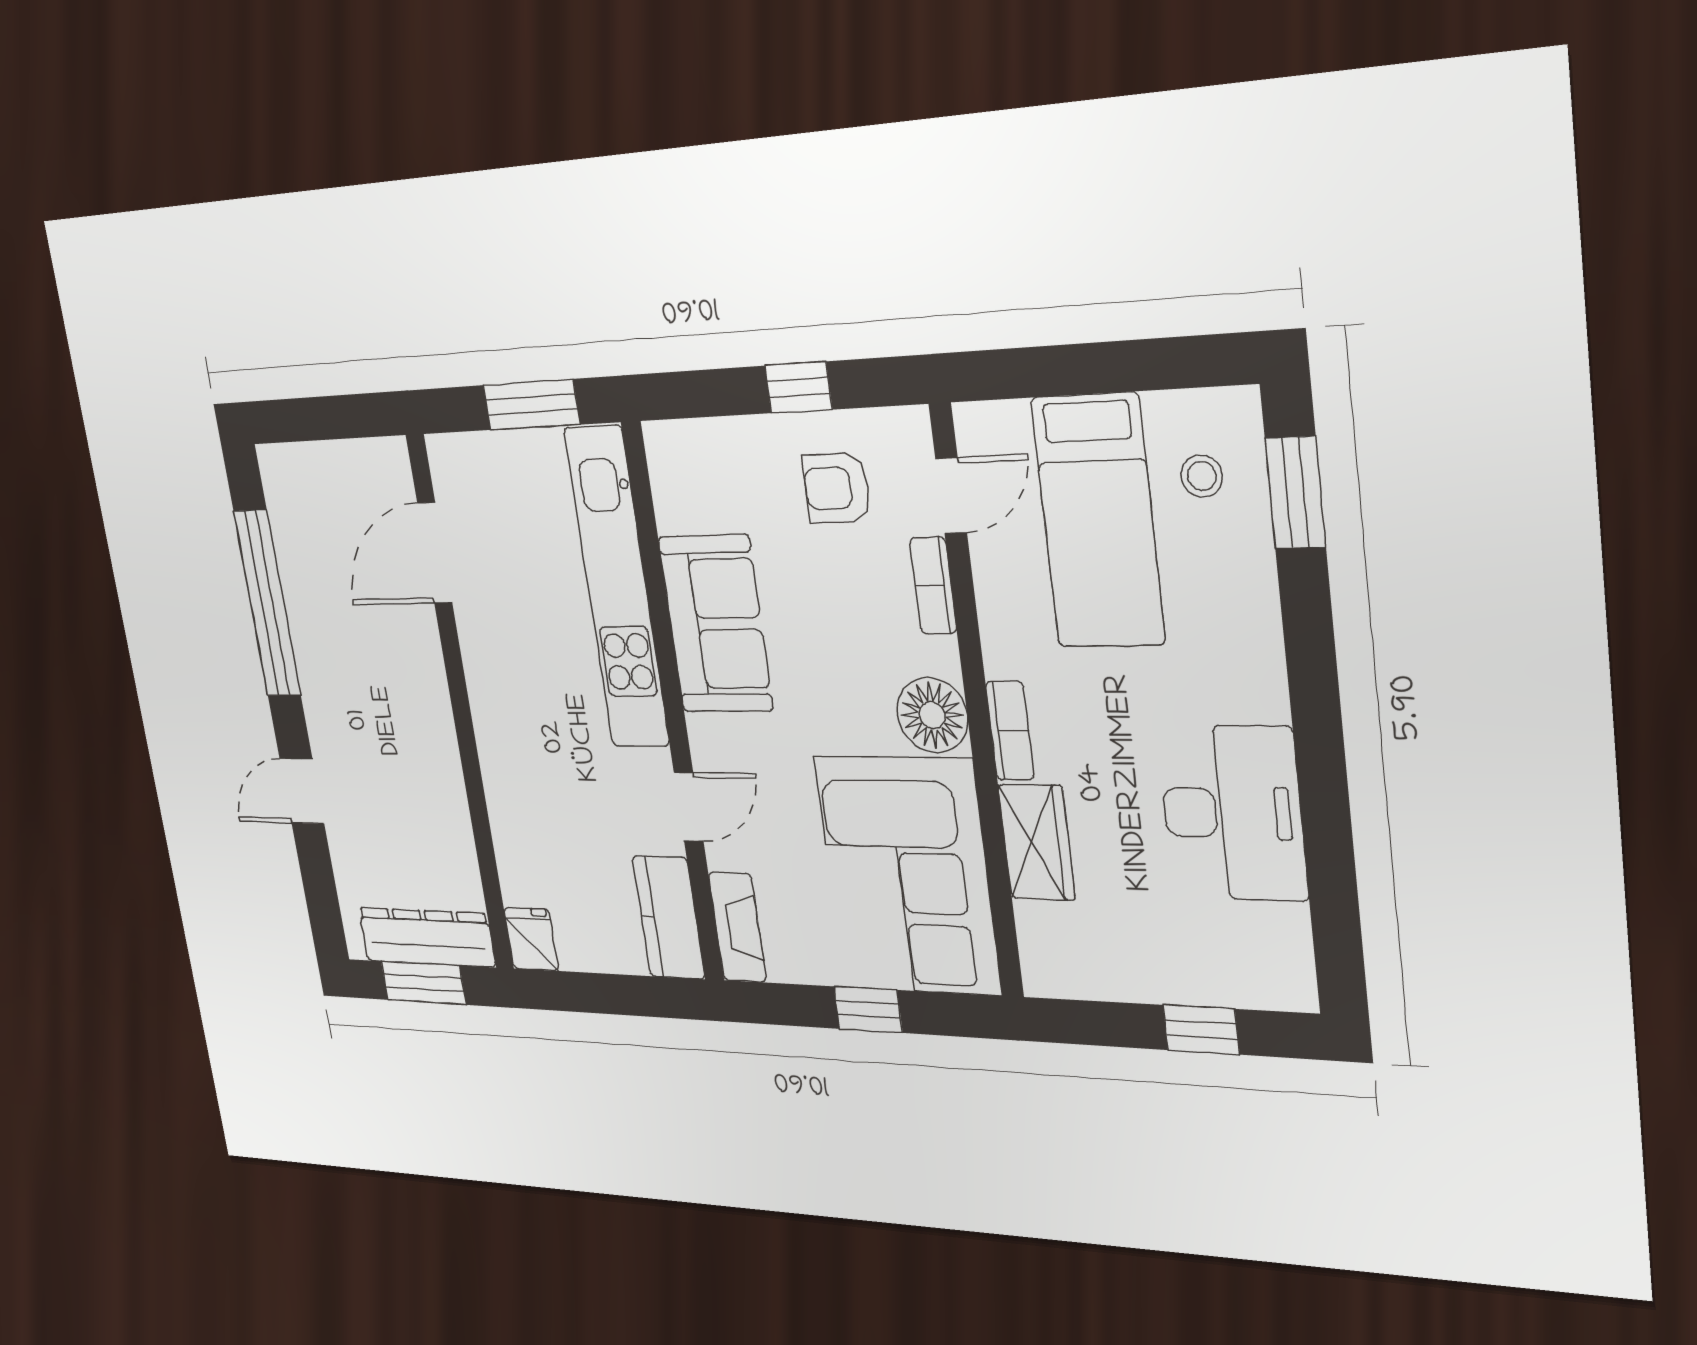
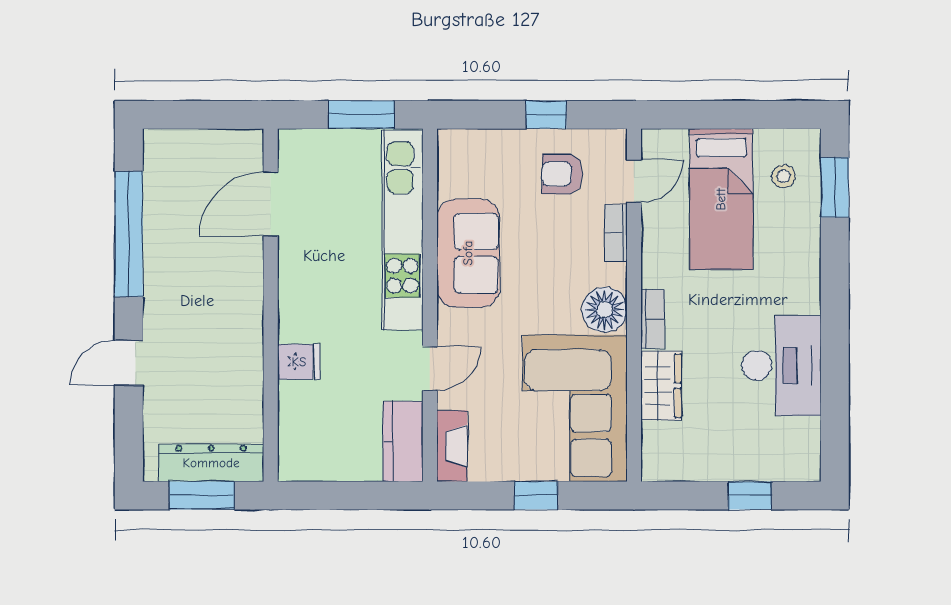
fridge: (531, 939) -> (299, 362), moved, turned 90

